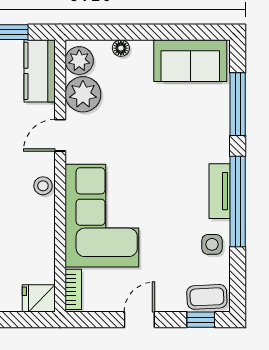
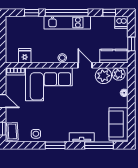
tv unit: (220, 191) -> (82, 137), moved
window: (238, 202) -> (55, 145), width x0.47
fridge: (39, 298) -> (25, 56), moved

